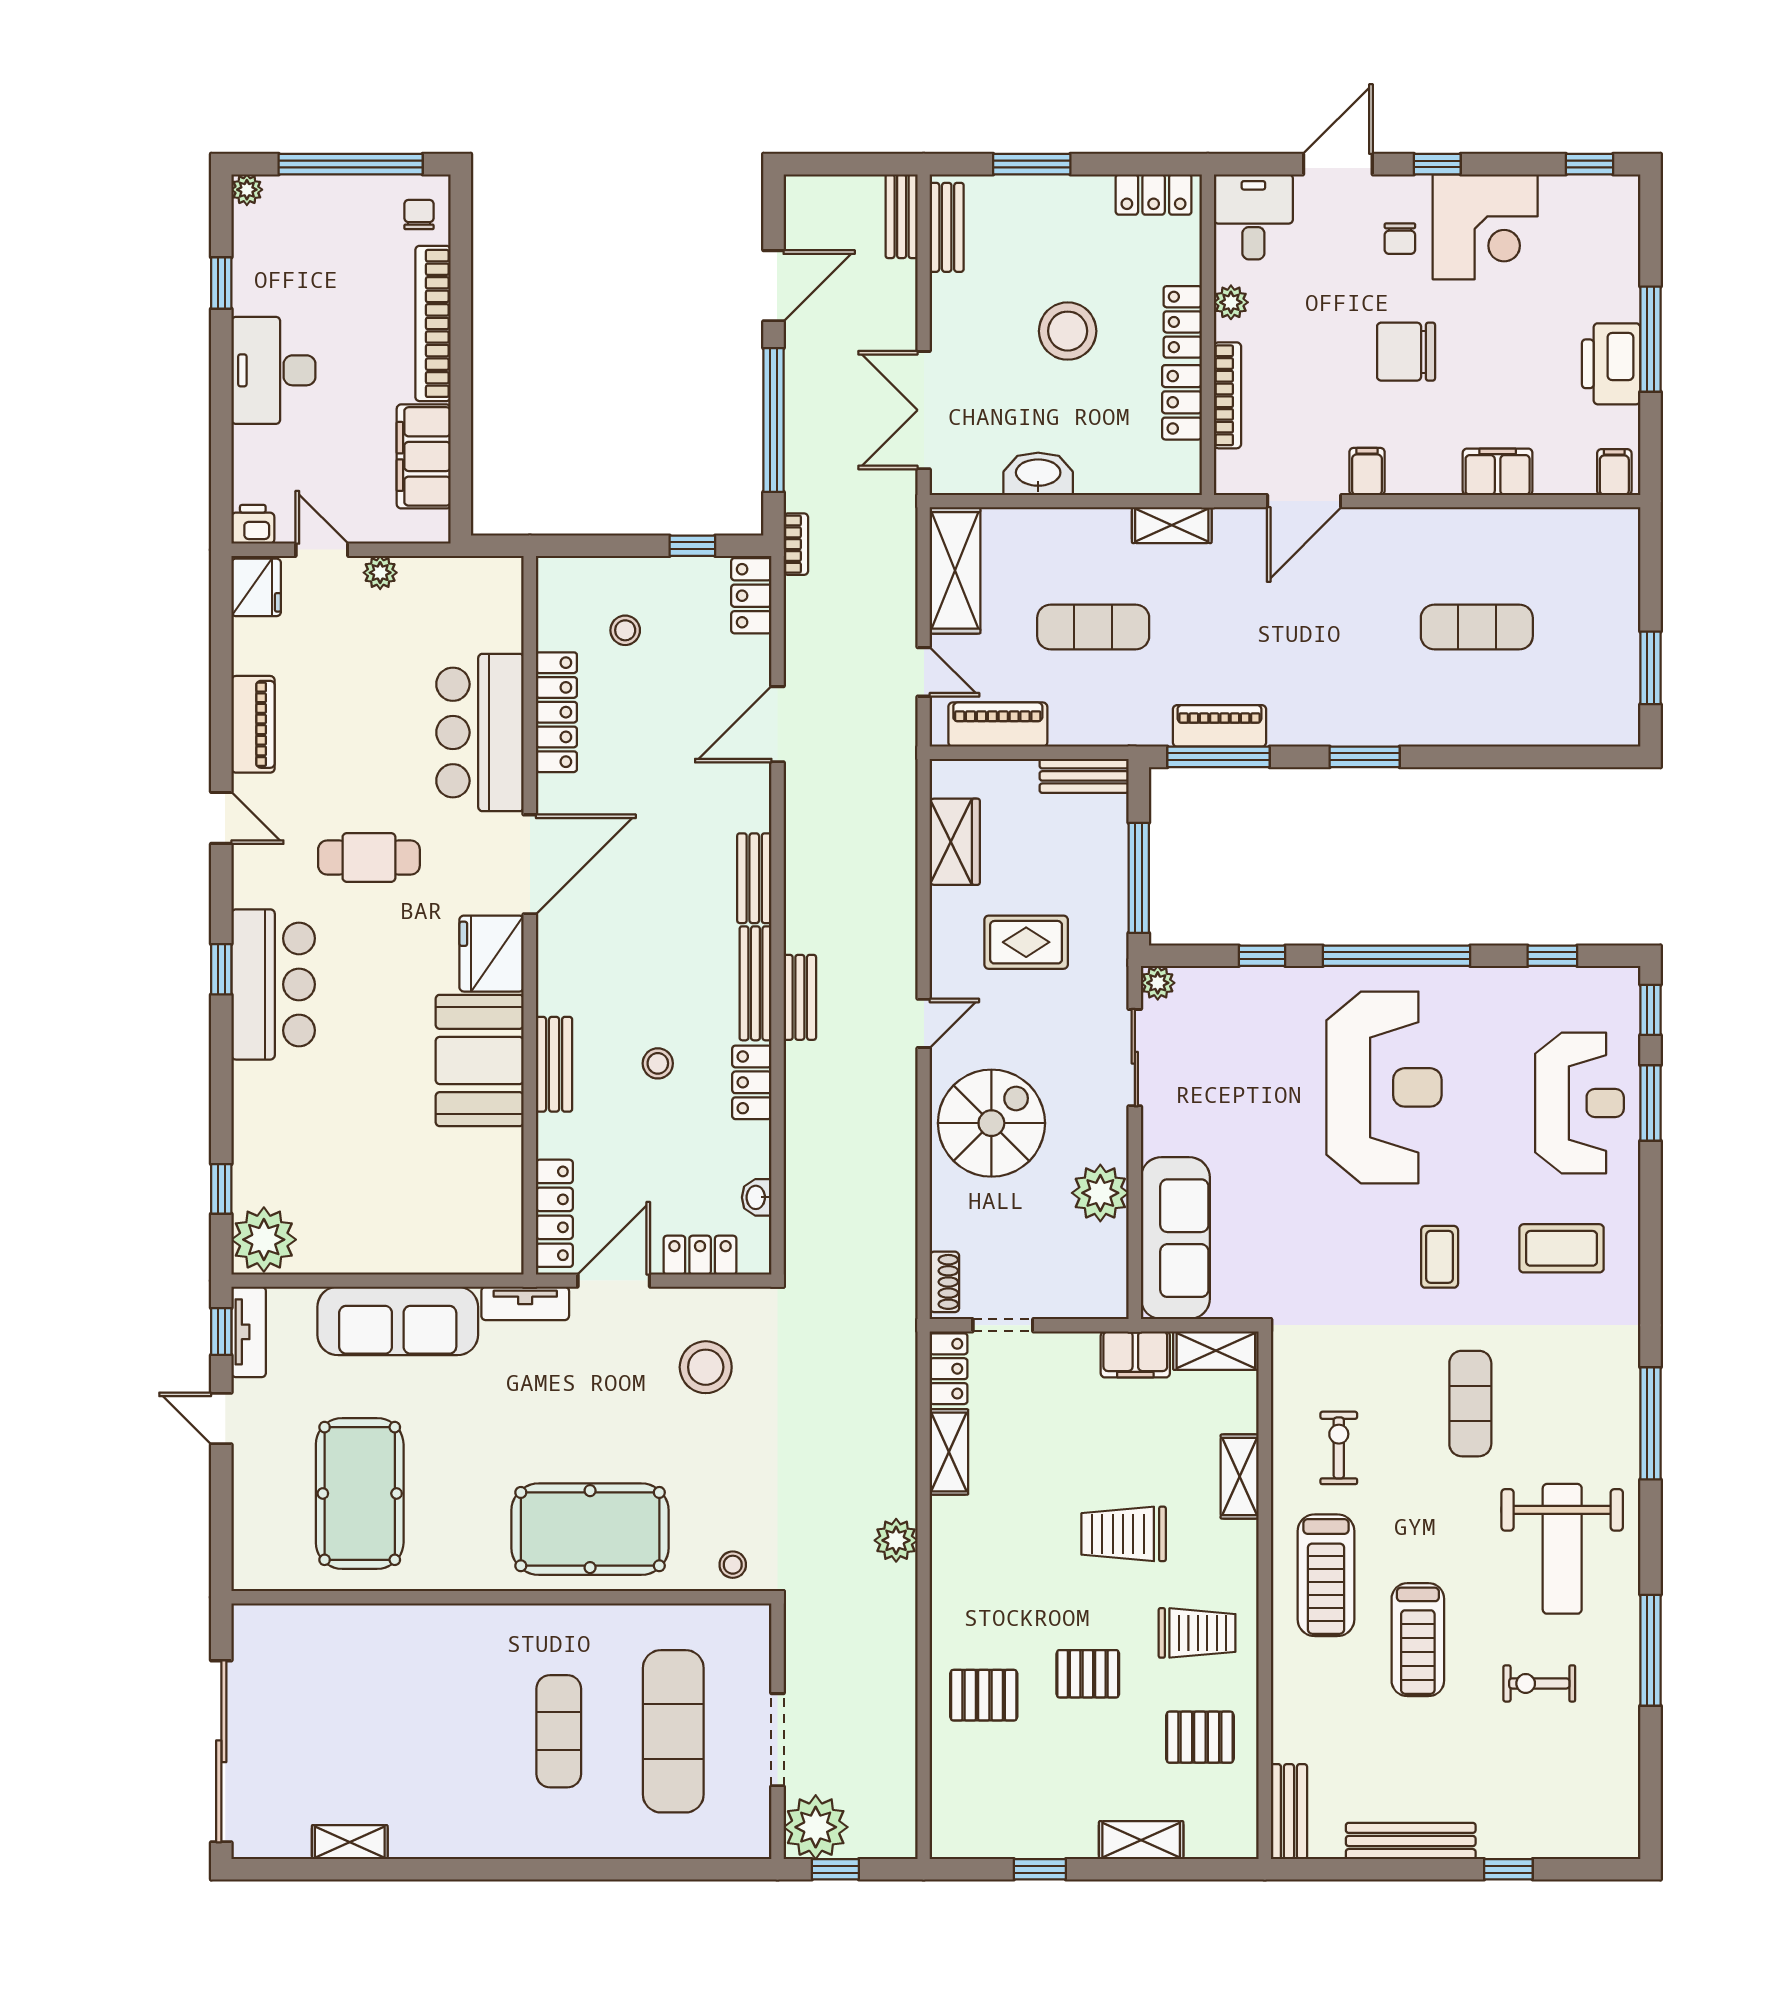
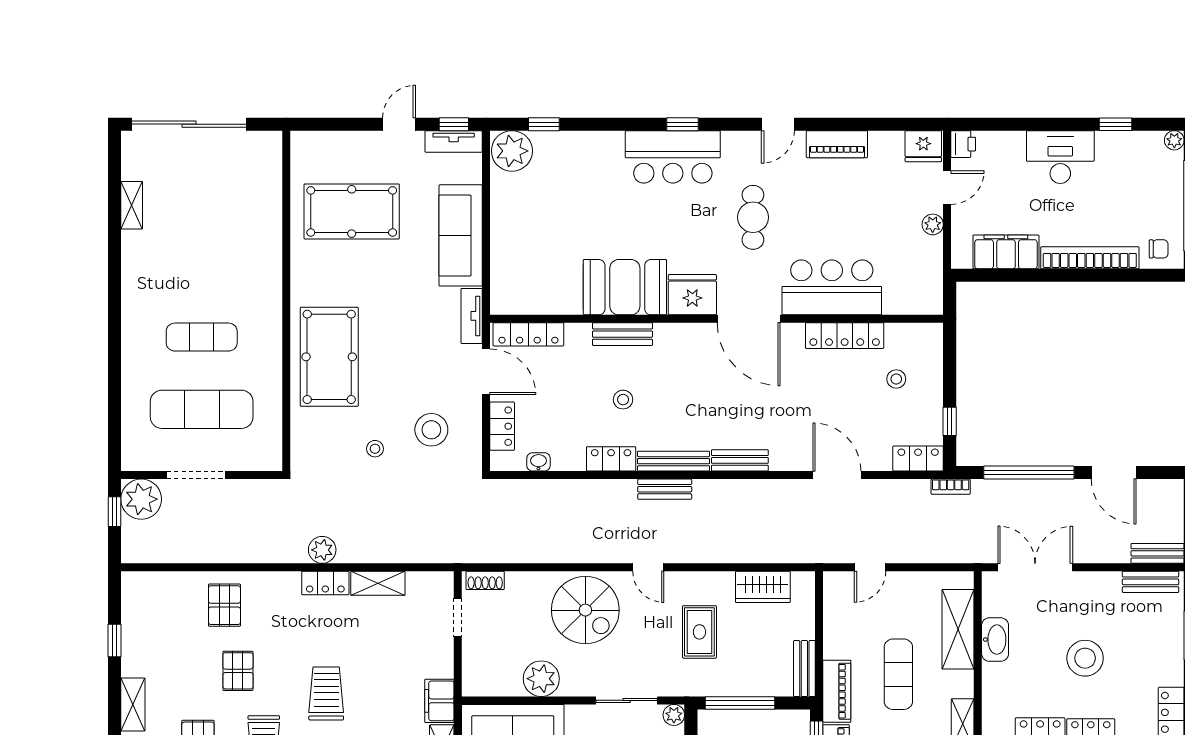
shelving: (955, 570) -> (958, 629), moved, turned 90
piano: (998, 725) -> (837, 691), moved
locker: (949, 1369) -> (325, 583), moved
stool: (733, 1565) -> (375, 449), moved

